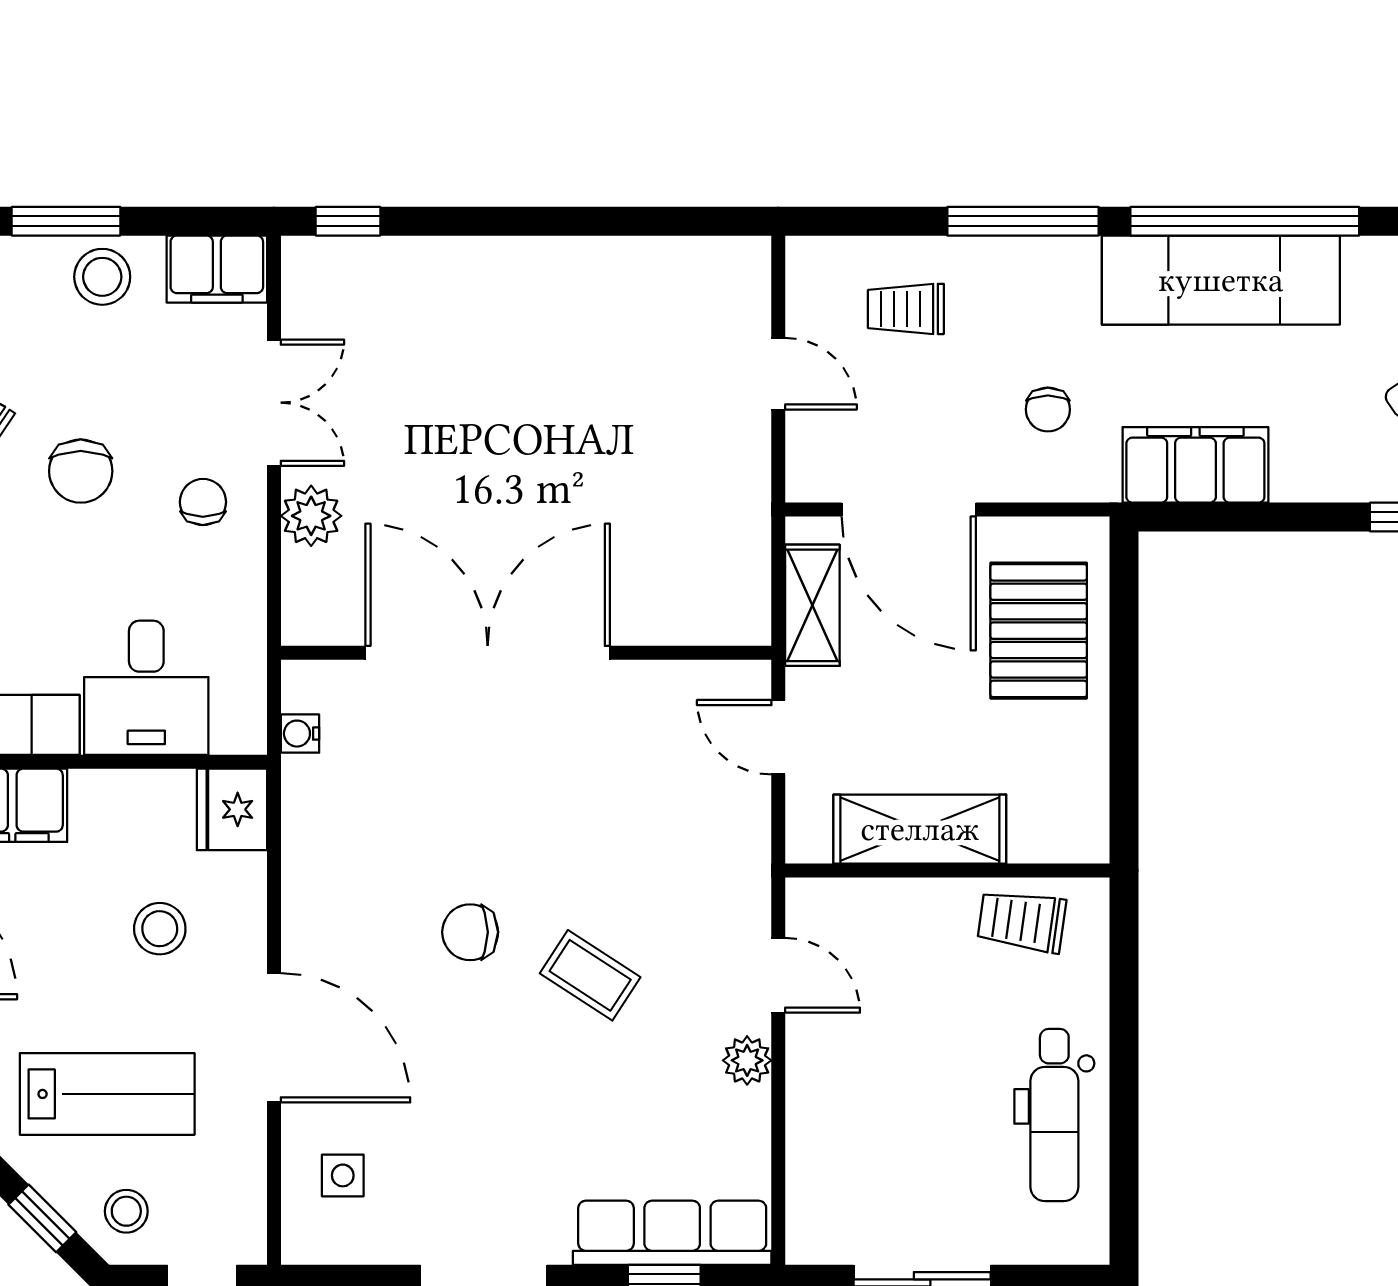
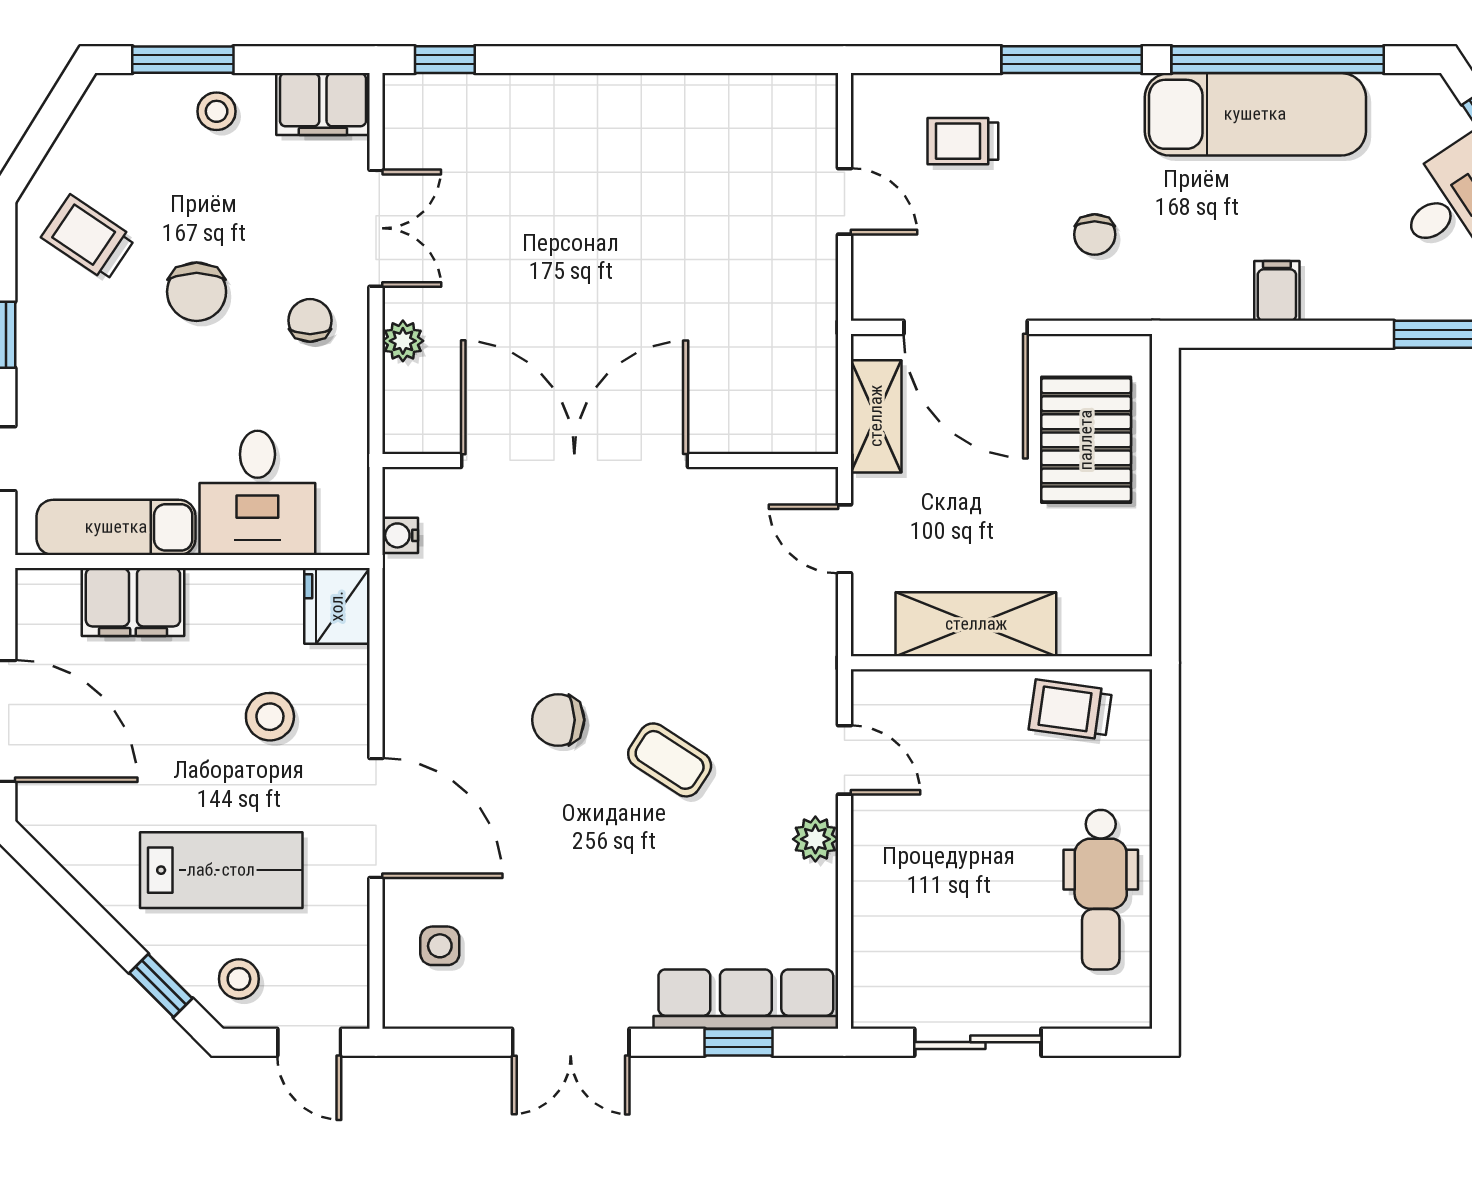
stool: (102, 277) -> (217, 111), width x0.73, depth x0.73
filing cabinet: (1195, 465) -> (1277, 291), width x0.33, depth x0.86
plant: (311, 516) -> (403, 341), width x0.73, depth x0.73

